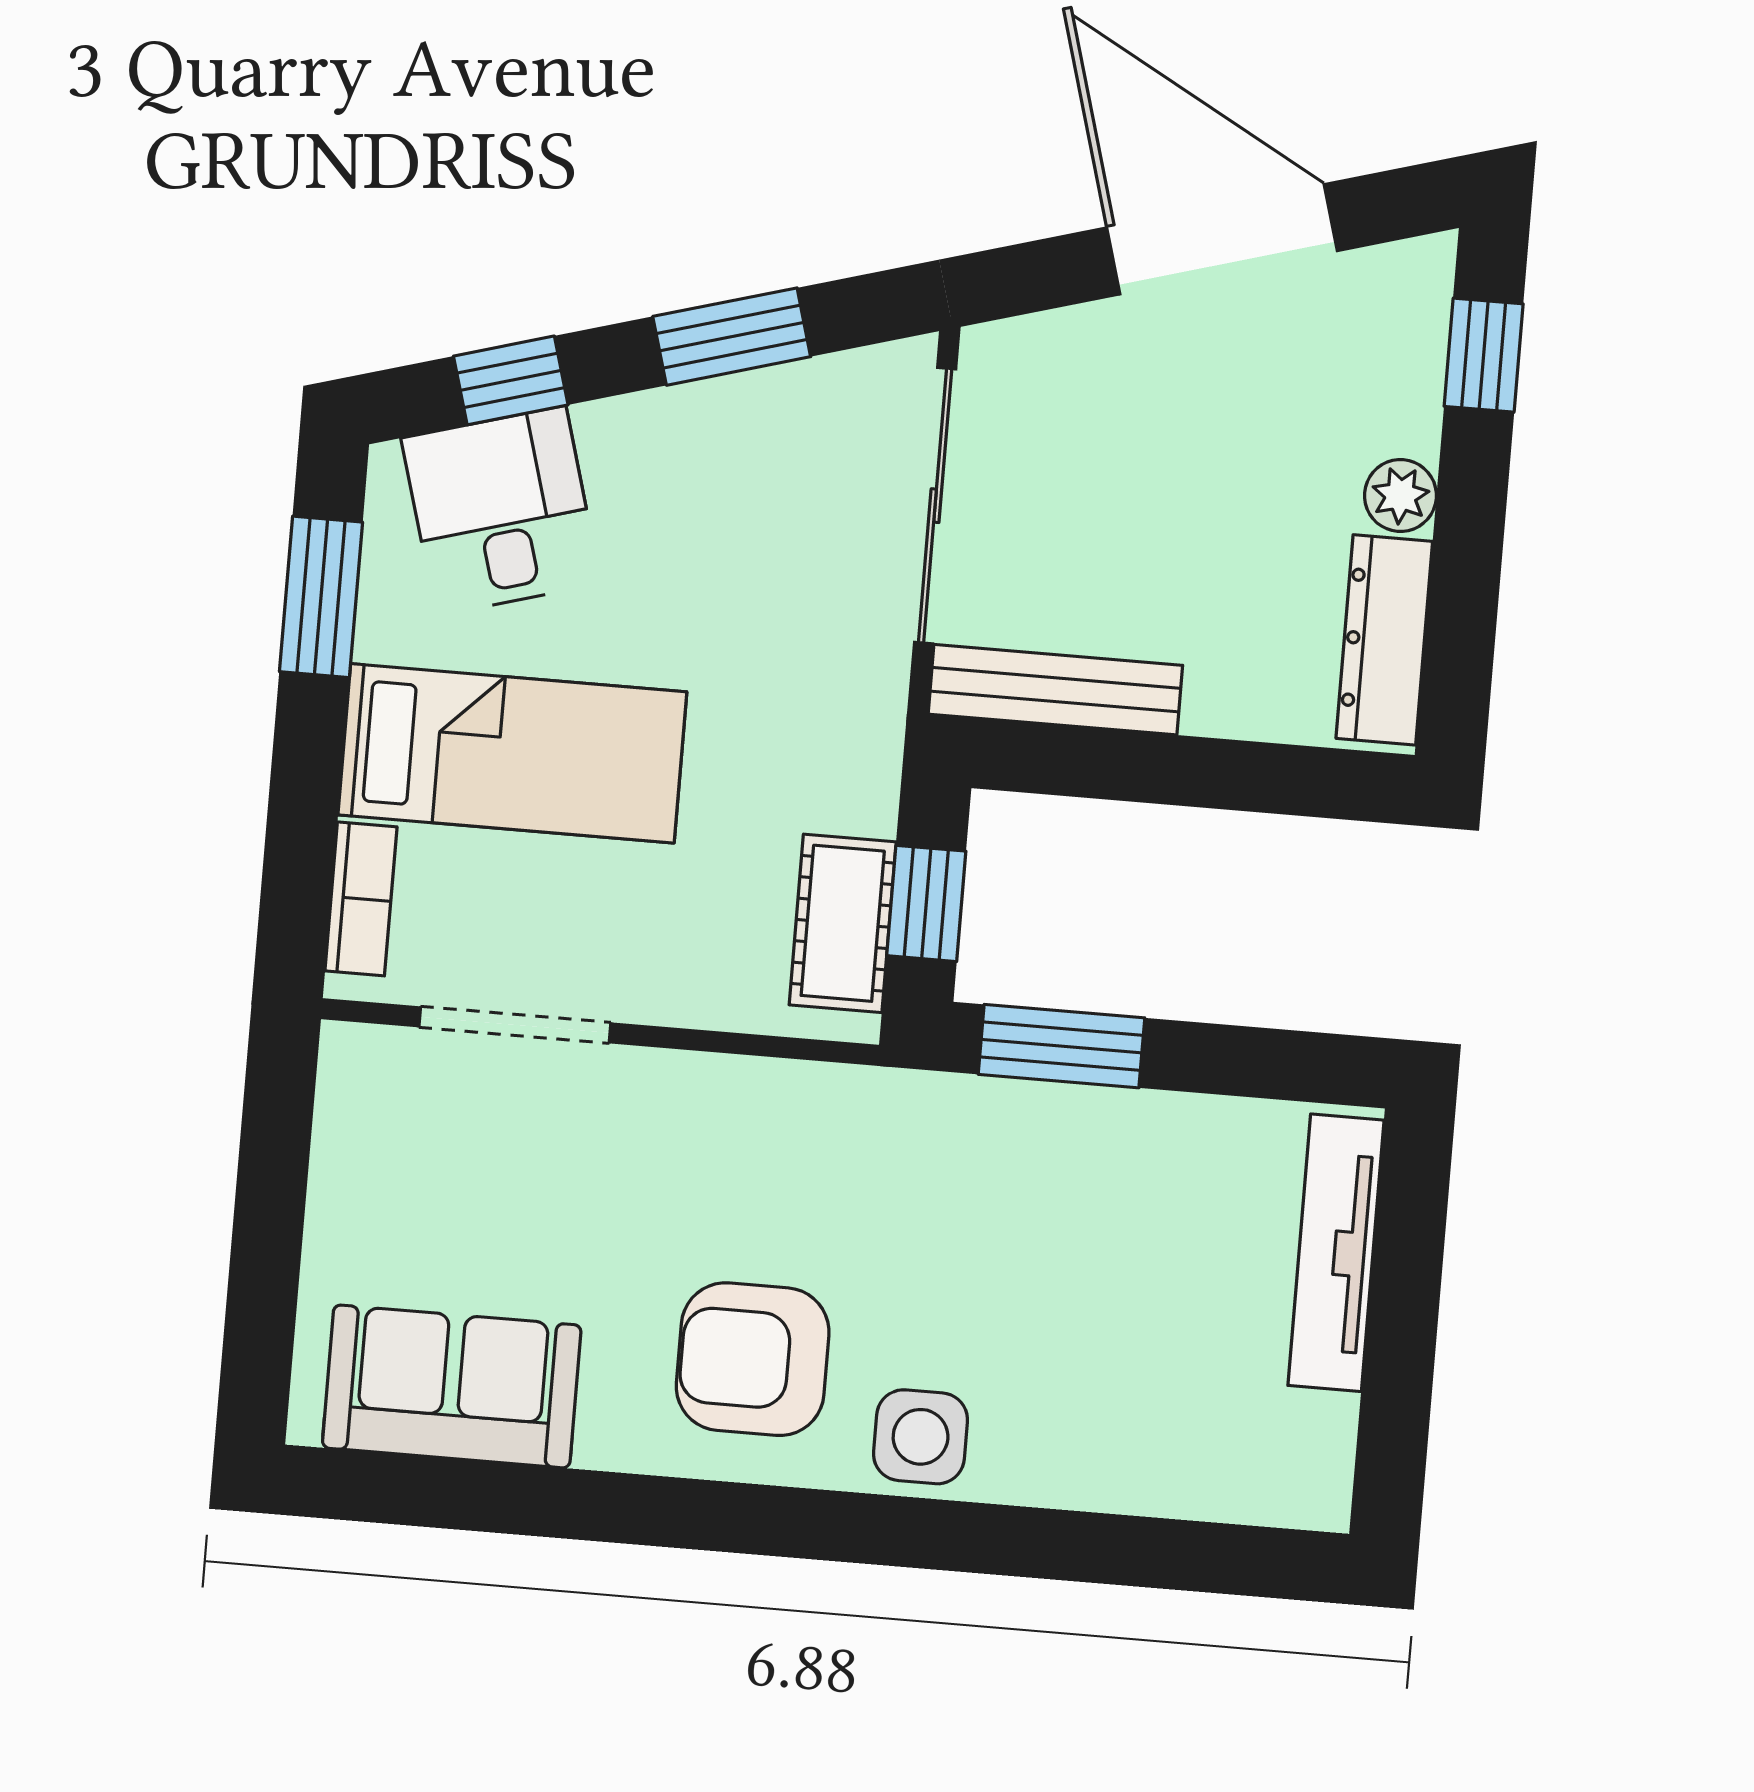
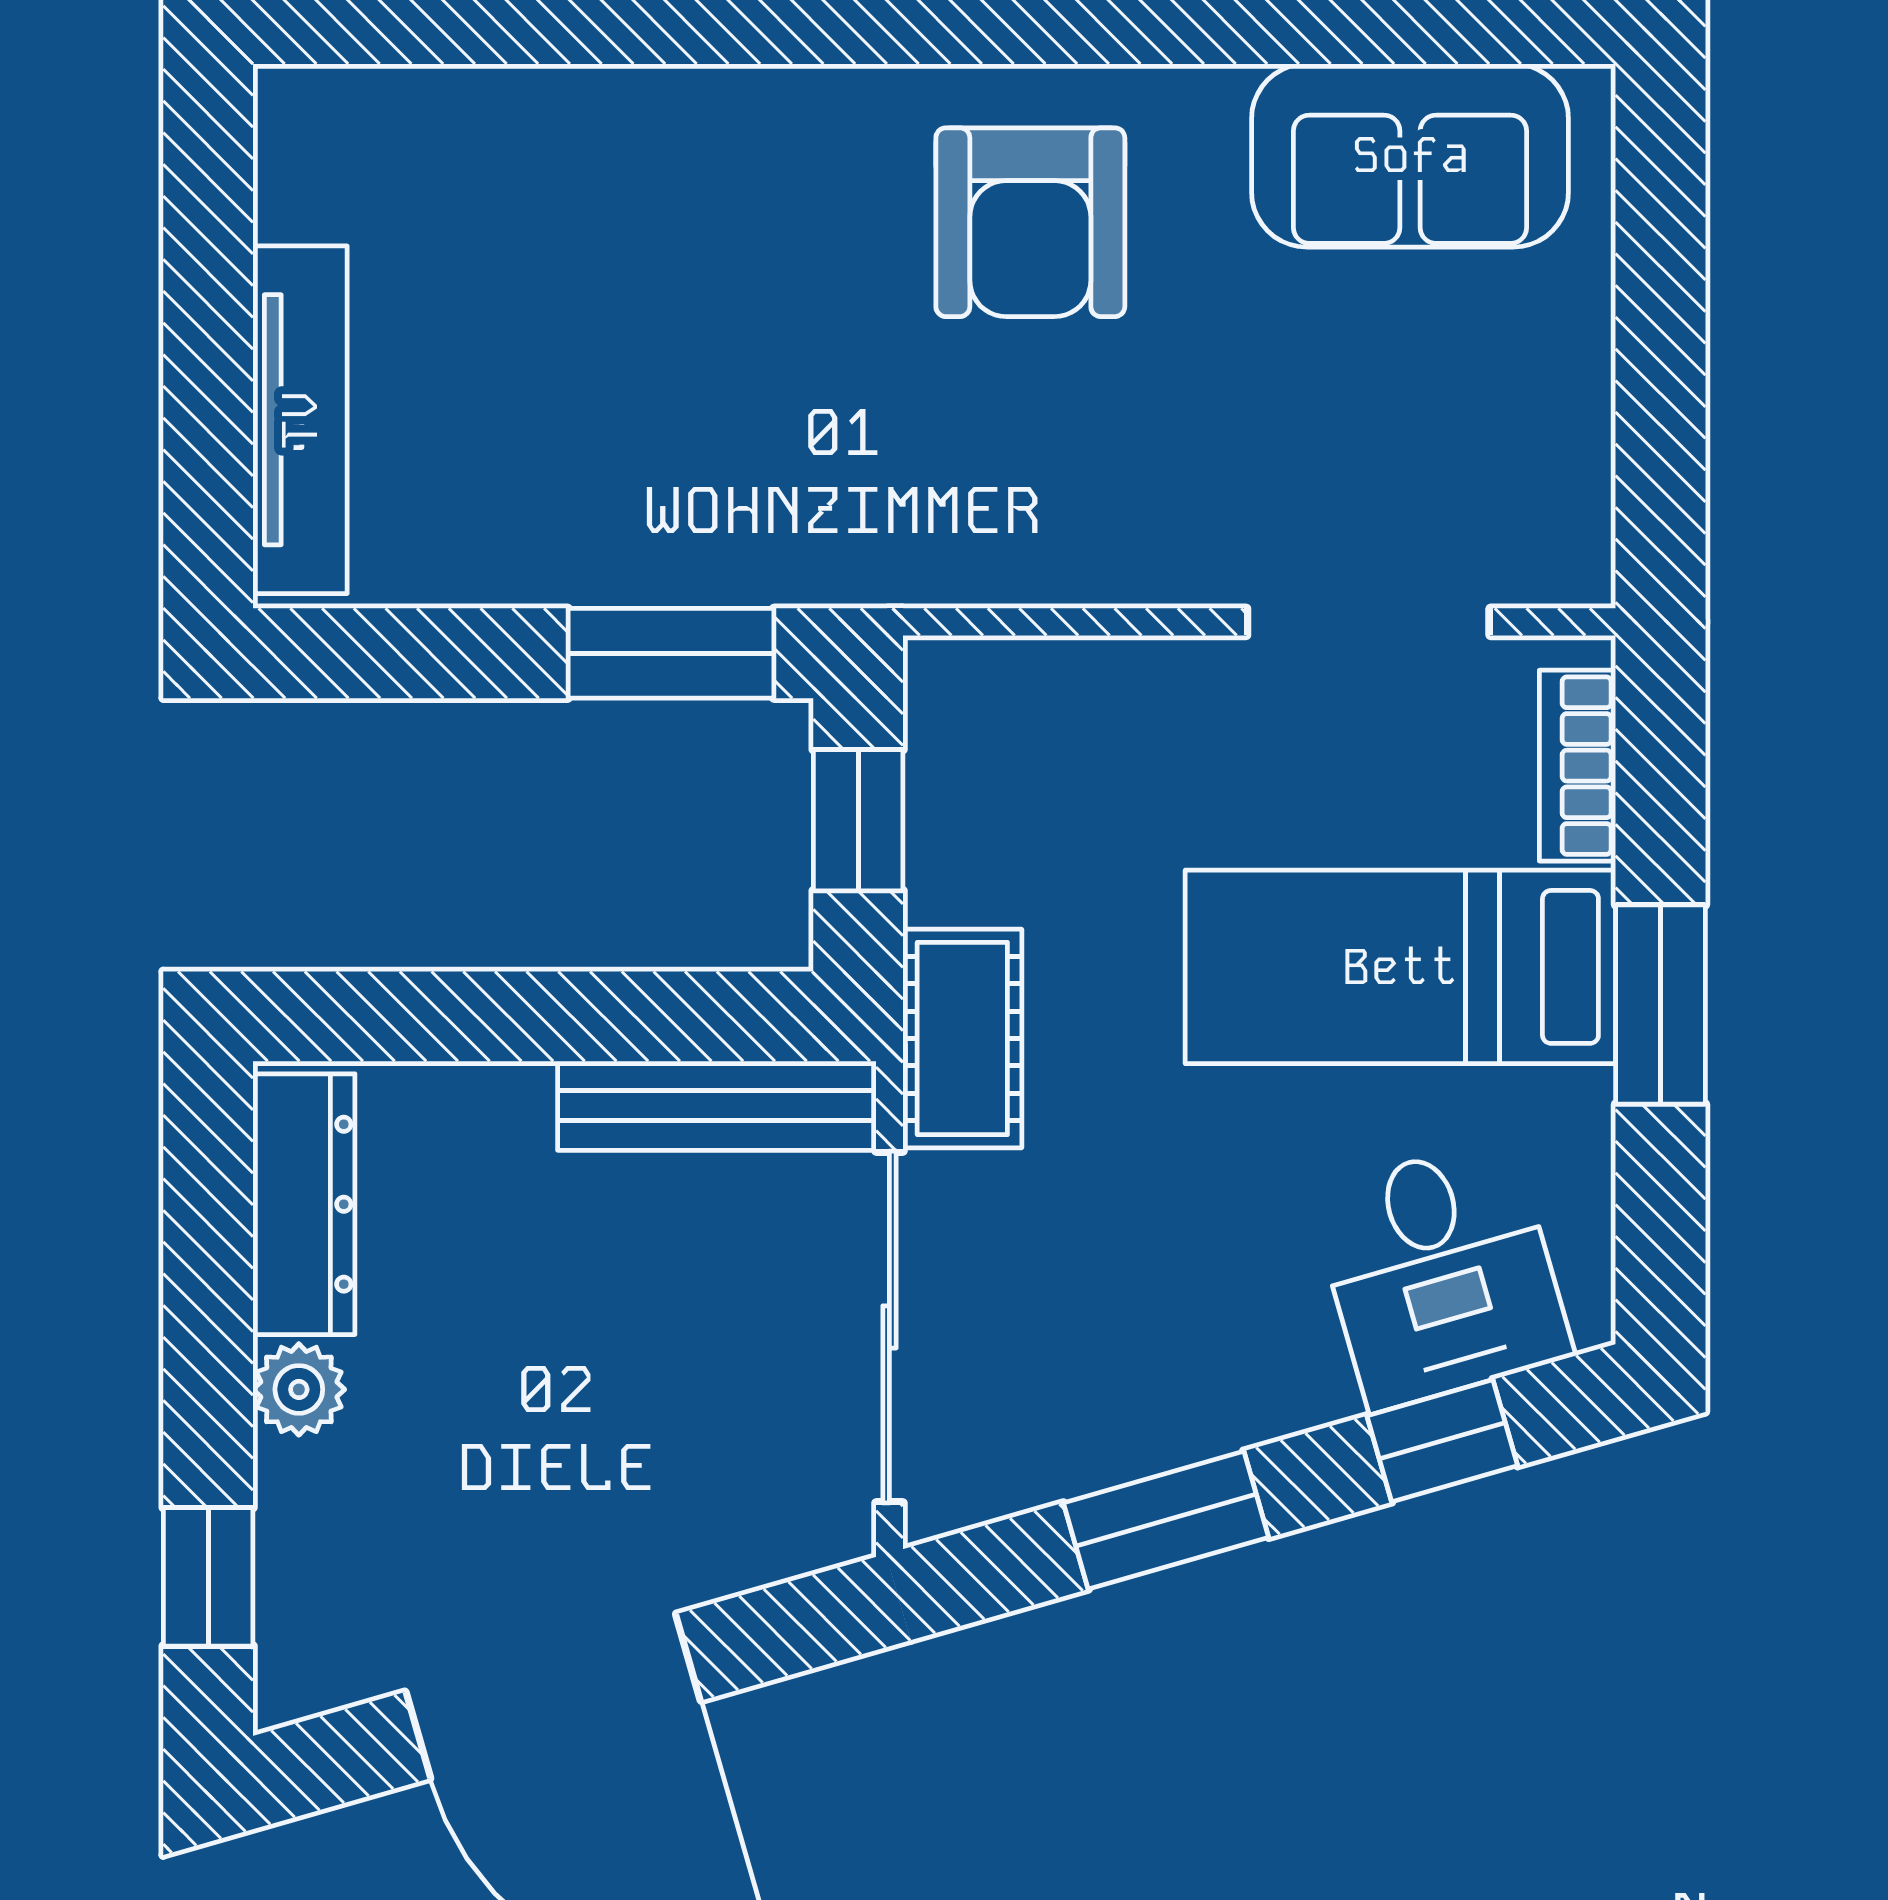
window: (321, 597) -> (1660, 1005), moved
cot: (843, 923) -> (962, 1039), moved
armchair: (753, 1359) -> (1030, 222), turned 90
side table: (921, 1437) -> (809, 141), removed

